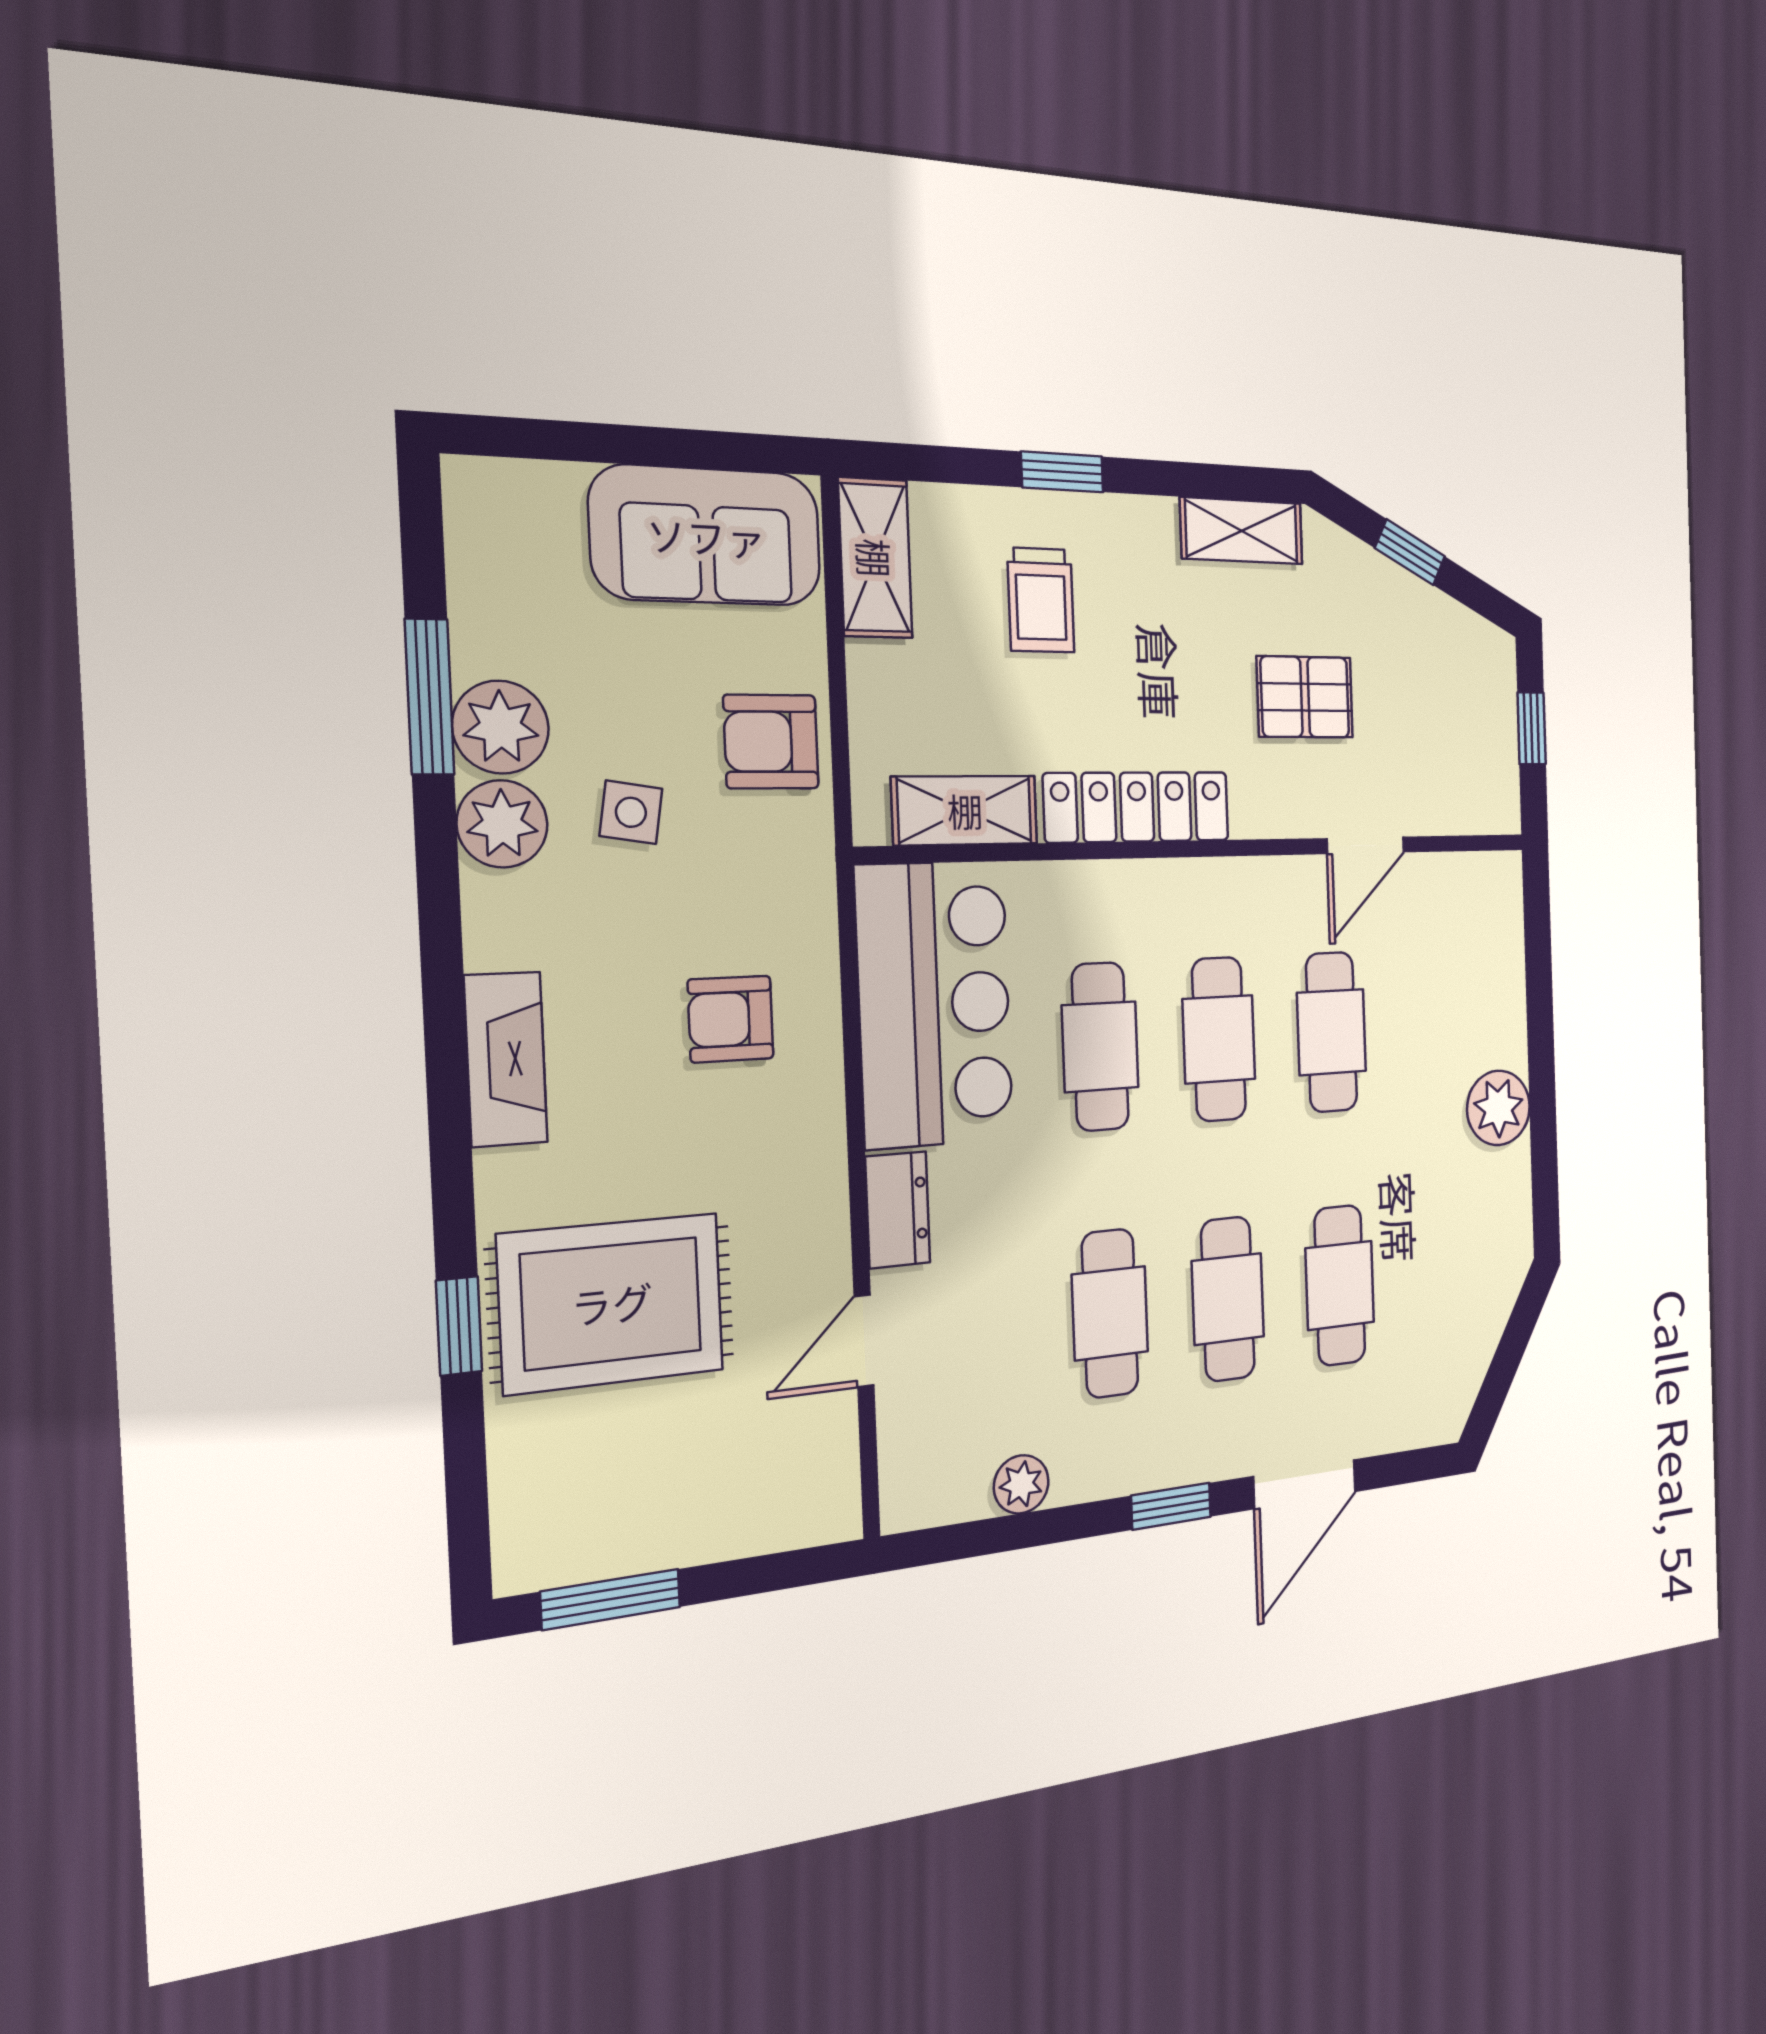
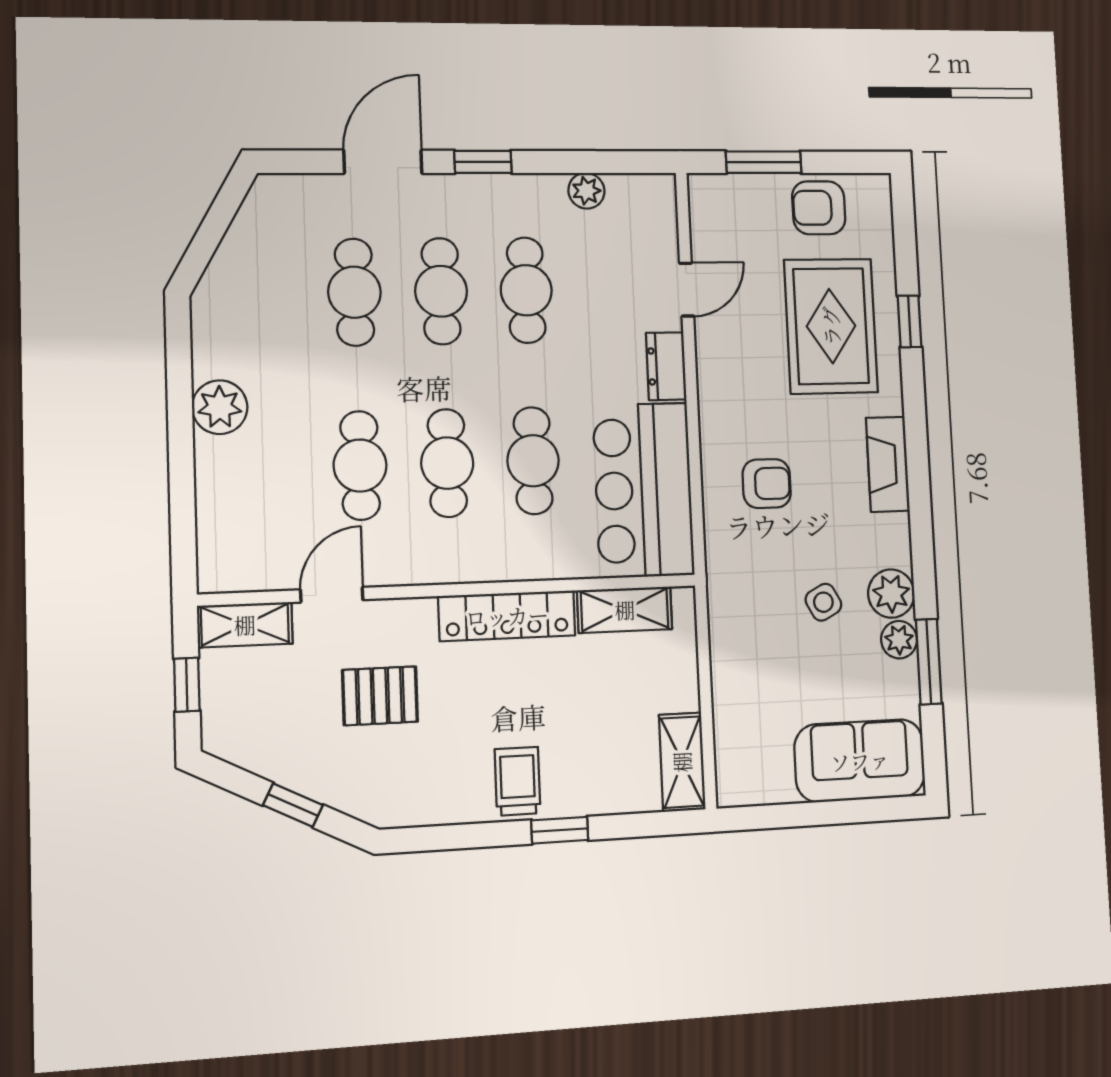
shelving: (1242, 531) -> (245, 625), moved
sofa: (706, 536) -> (860, 761), moved
trolley: (1041, 600) -> (518, 781), moved
plant: (501, 727) -> (899, 640), width x0.73, depth x0.73
armchair: (771, 742) -> (819, 208), moved, turned 180
side table: (631, 812) -> (823, 602), turned -37
rug: (612, 1303) -> (831, 326), turned 90
window: (611, 1599) -> (764, 162), moved

